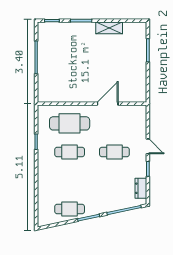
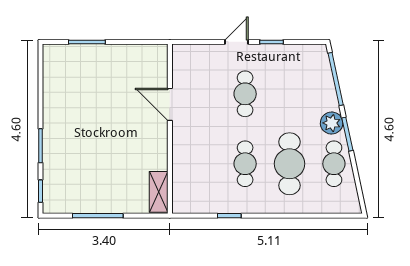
shelving: (109, 28) -> (159, 192), moved
cafe table: (70, 123) -> (290, 164), moved
dresser: (141, 188) -> (302, 53), removed
plant: (96, 208) -> (332, 123), added

